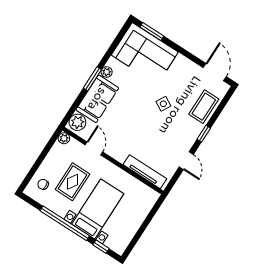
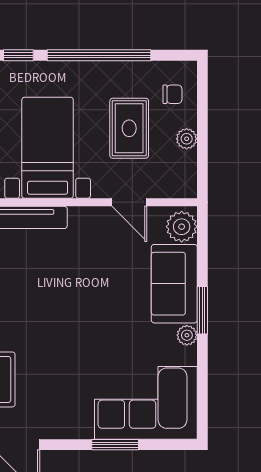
window: (152, 32) -> (115, 445), moved
side table: (163, 104) -> (66, 343), removed
plant: (64, 138) -> (187, 139), moved
bed with nightstands: (98, 209) -> (48, 148), moved, turned 180

